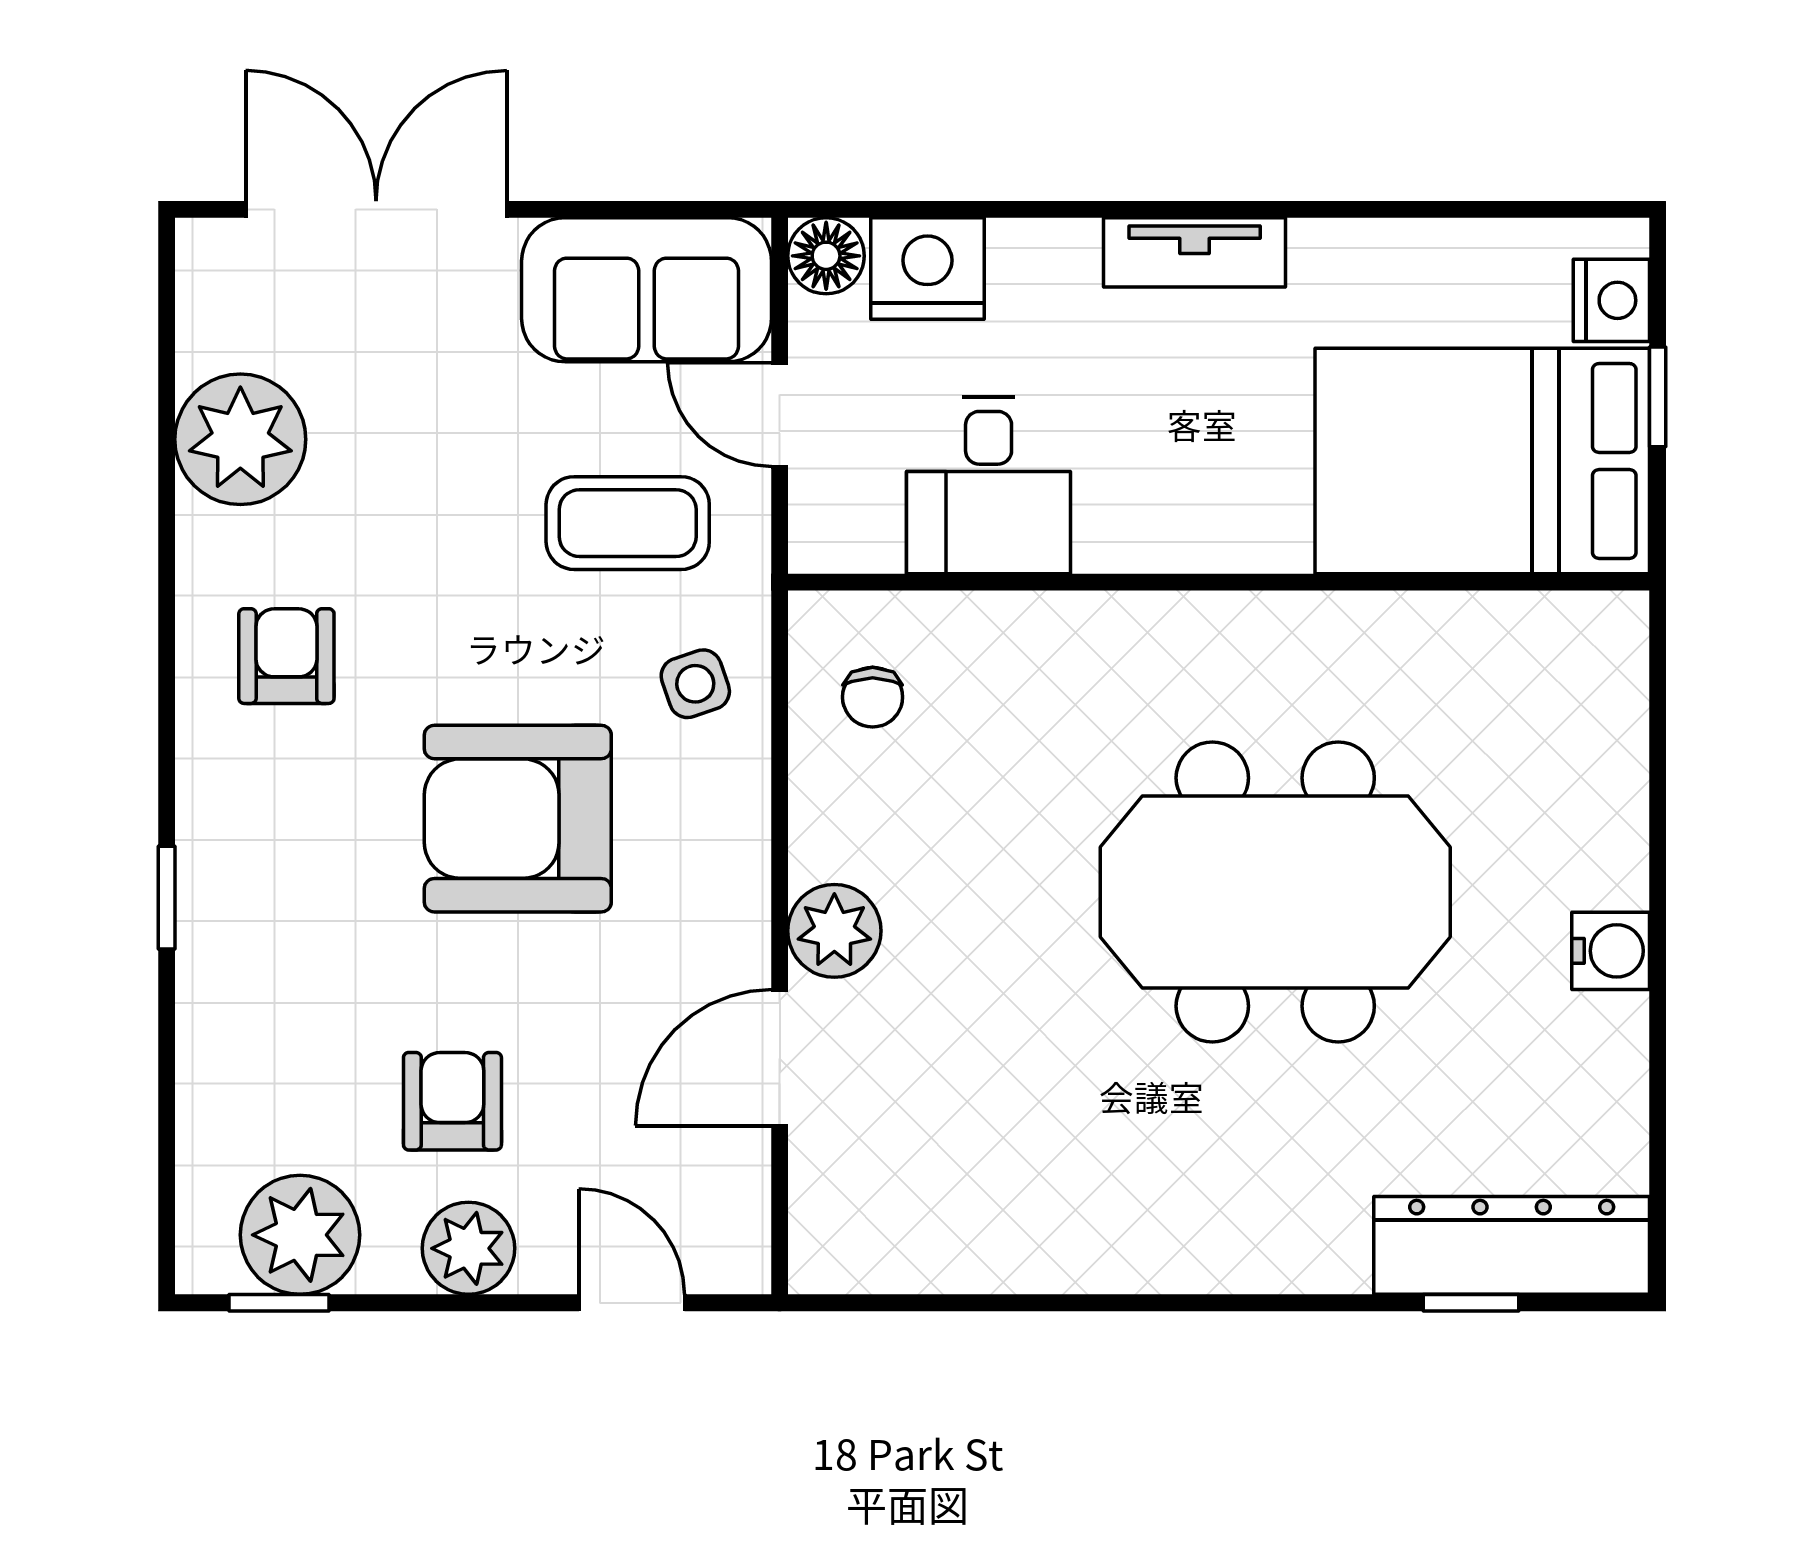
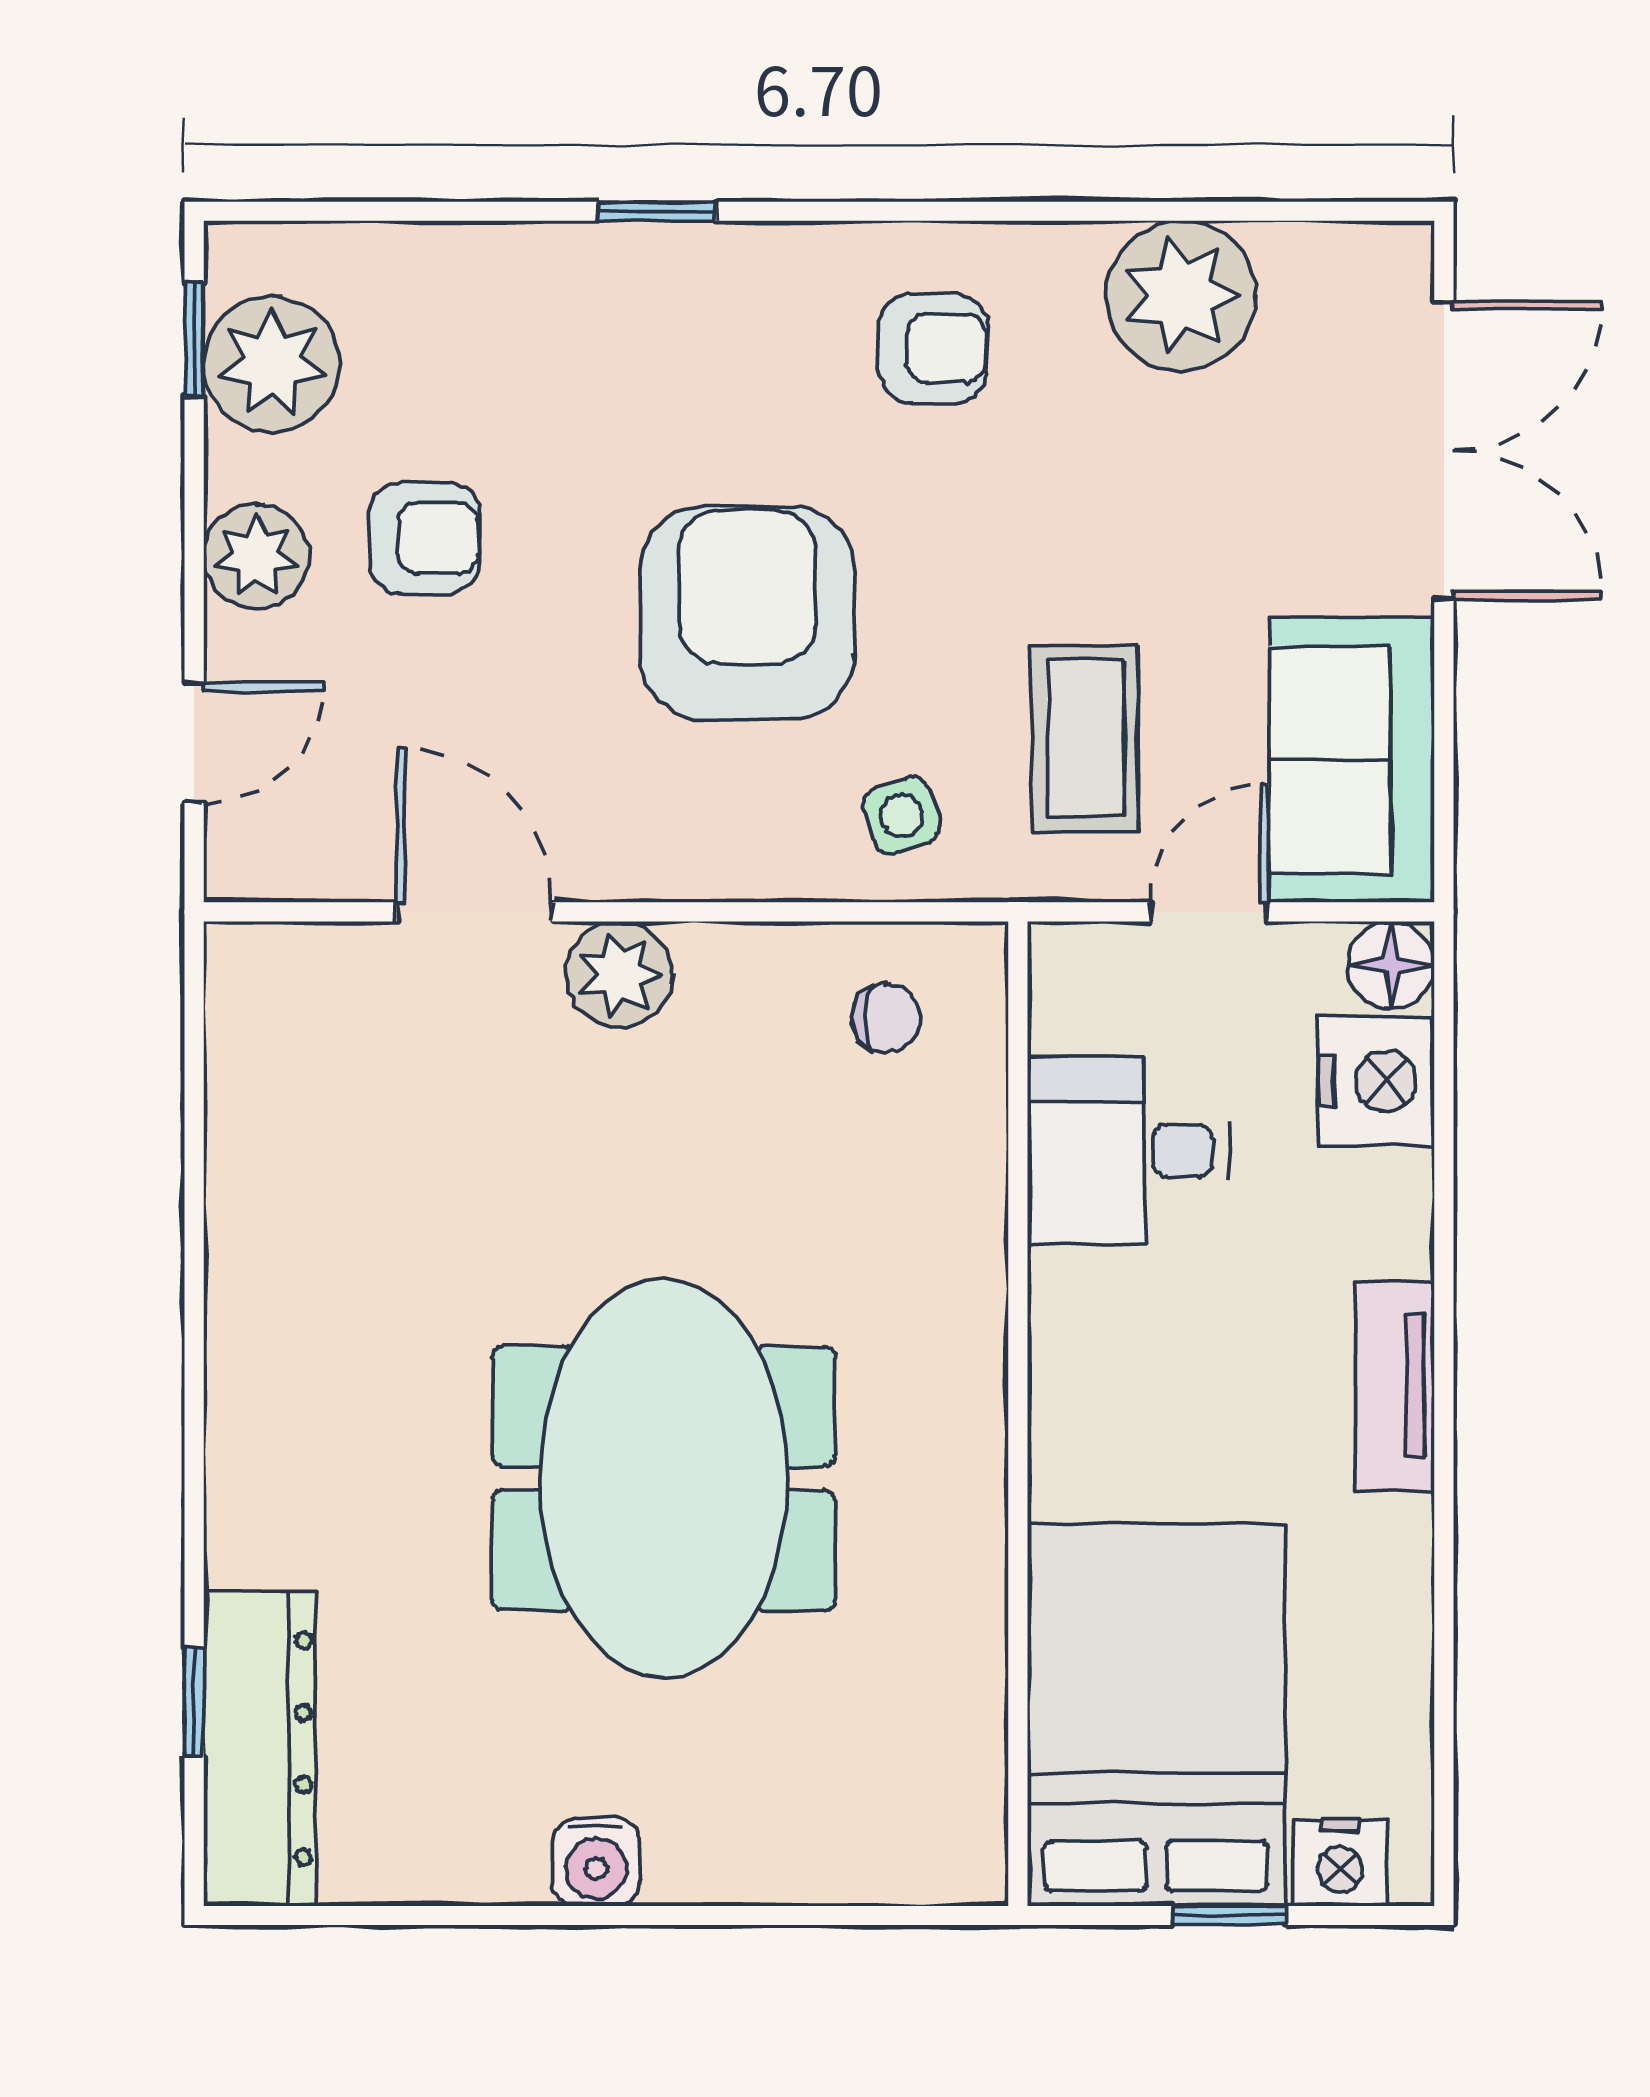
chair: (873, 697) -> (886, 1018), turned 180

